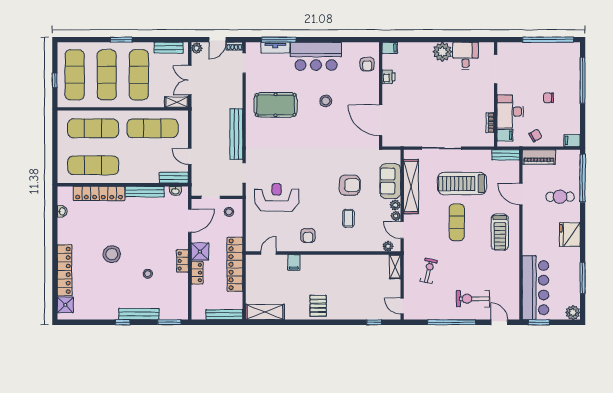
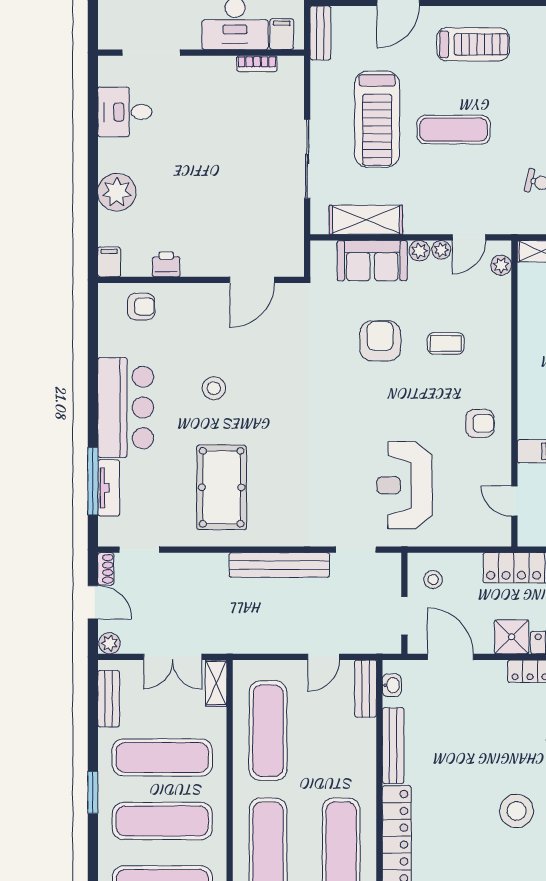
plant: (442, 52) -> (117, 192), moved
door: (381, 120) -> (252, 280), width x0.73
shelving: (411, 186) -> (366, 220), width x0.68

